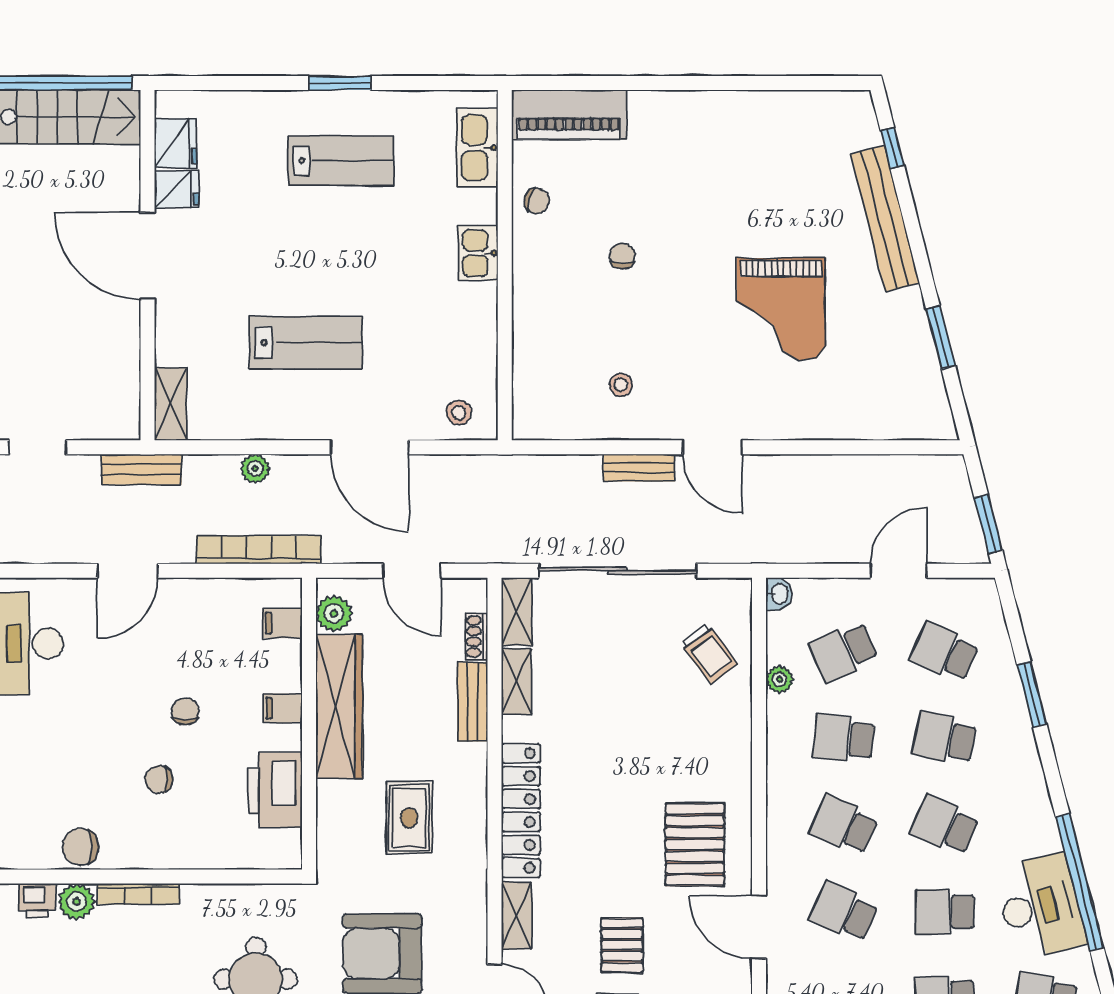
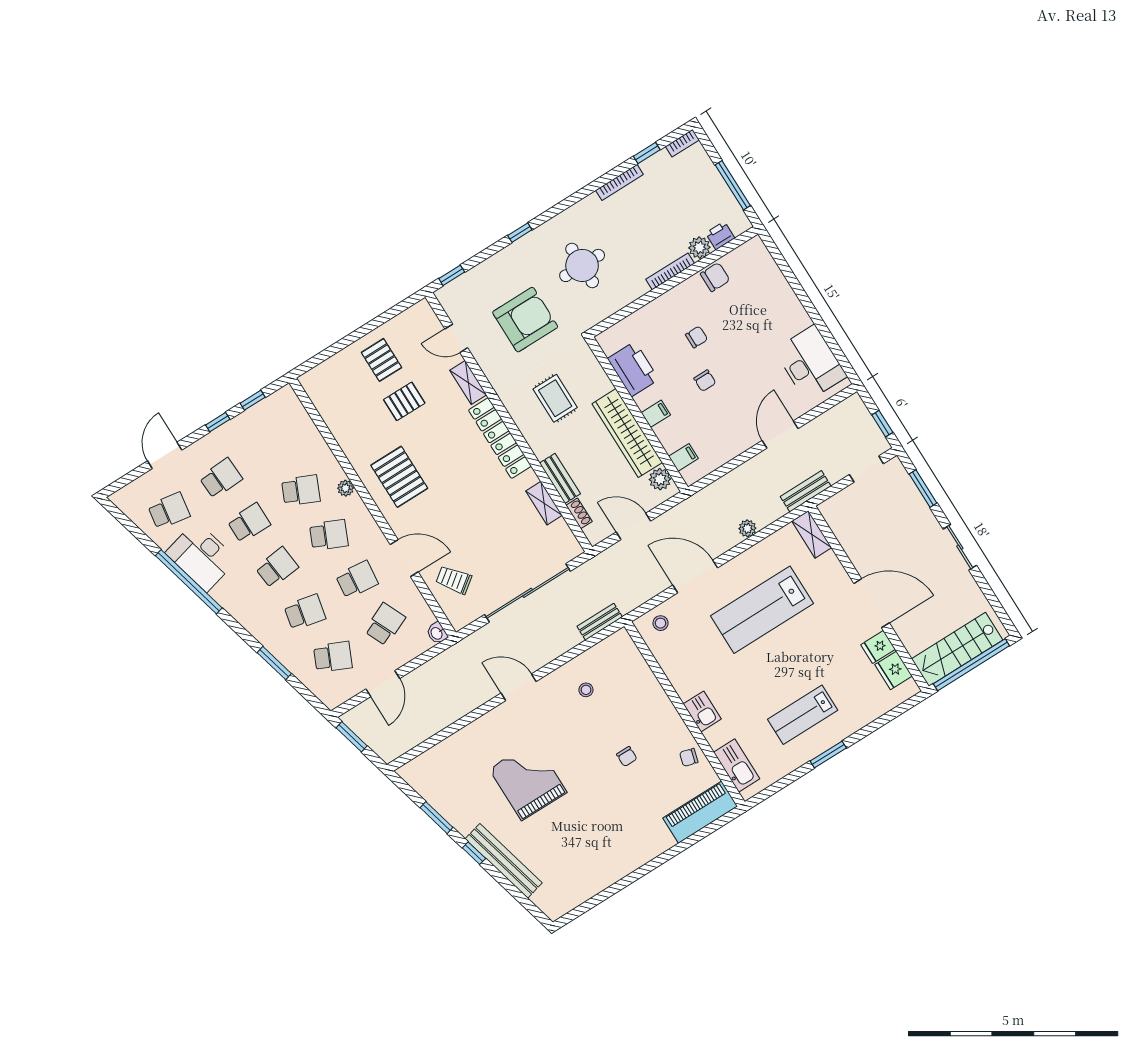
window: (892, 148) -> (474, 853), moved
lab bench: (306, 343) -> (762, 610), width x1.36, depth x1.39
bench: (639, 468) -> (600, 622), moved
bookcase: (259, 550) -> (719, 488), removed
shelving: (517, 612) -> (566, 539), removed
plant: (780, 679) -> (346, 488), moved
school desk: (945, 825) -> (277, 568), turned -30
door: (759, 927) -> (404, 558), moved
pallet: (622, 945) -> (404, 401), turned 90

